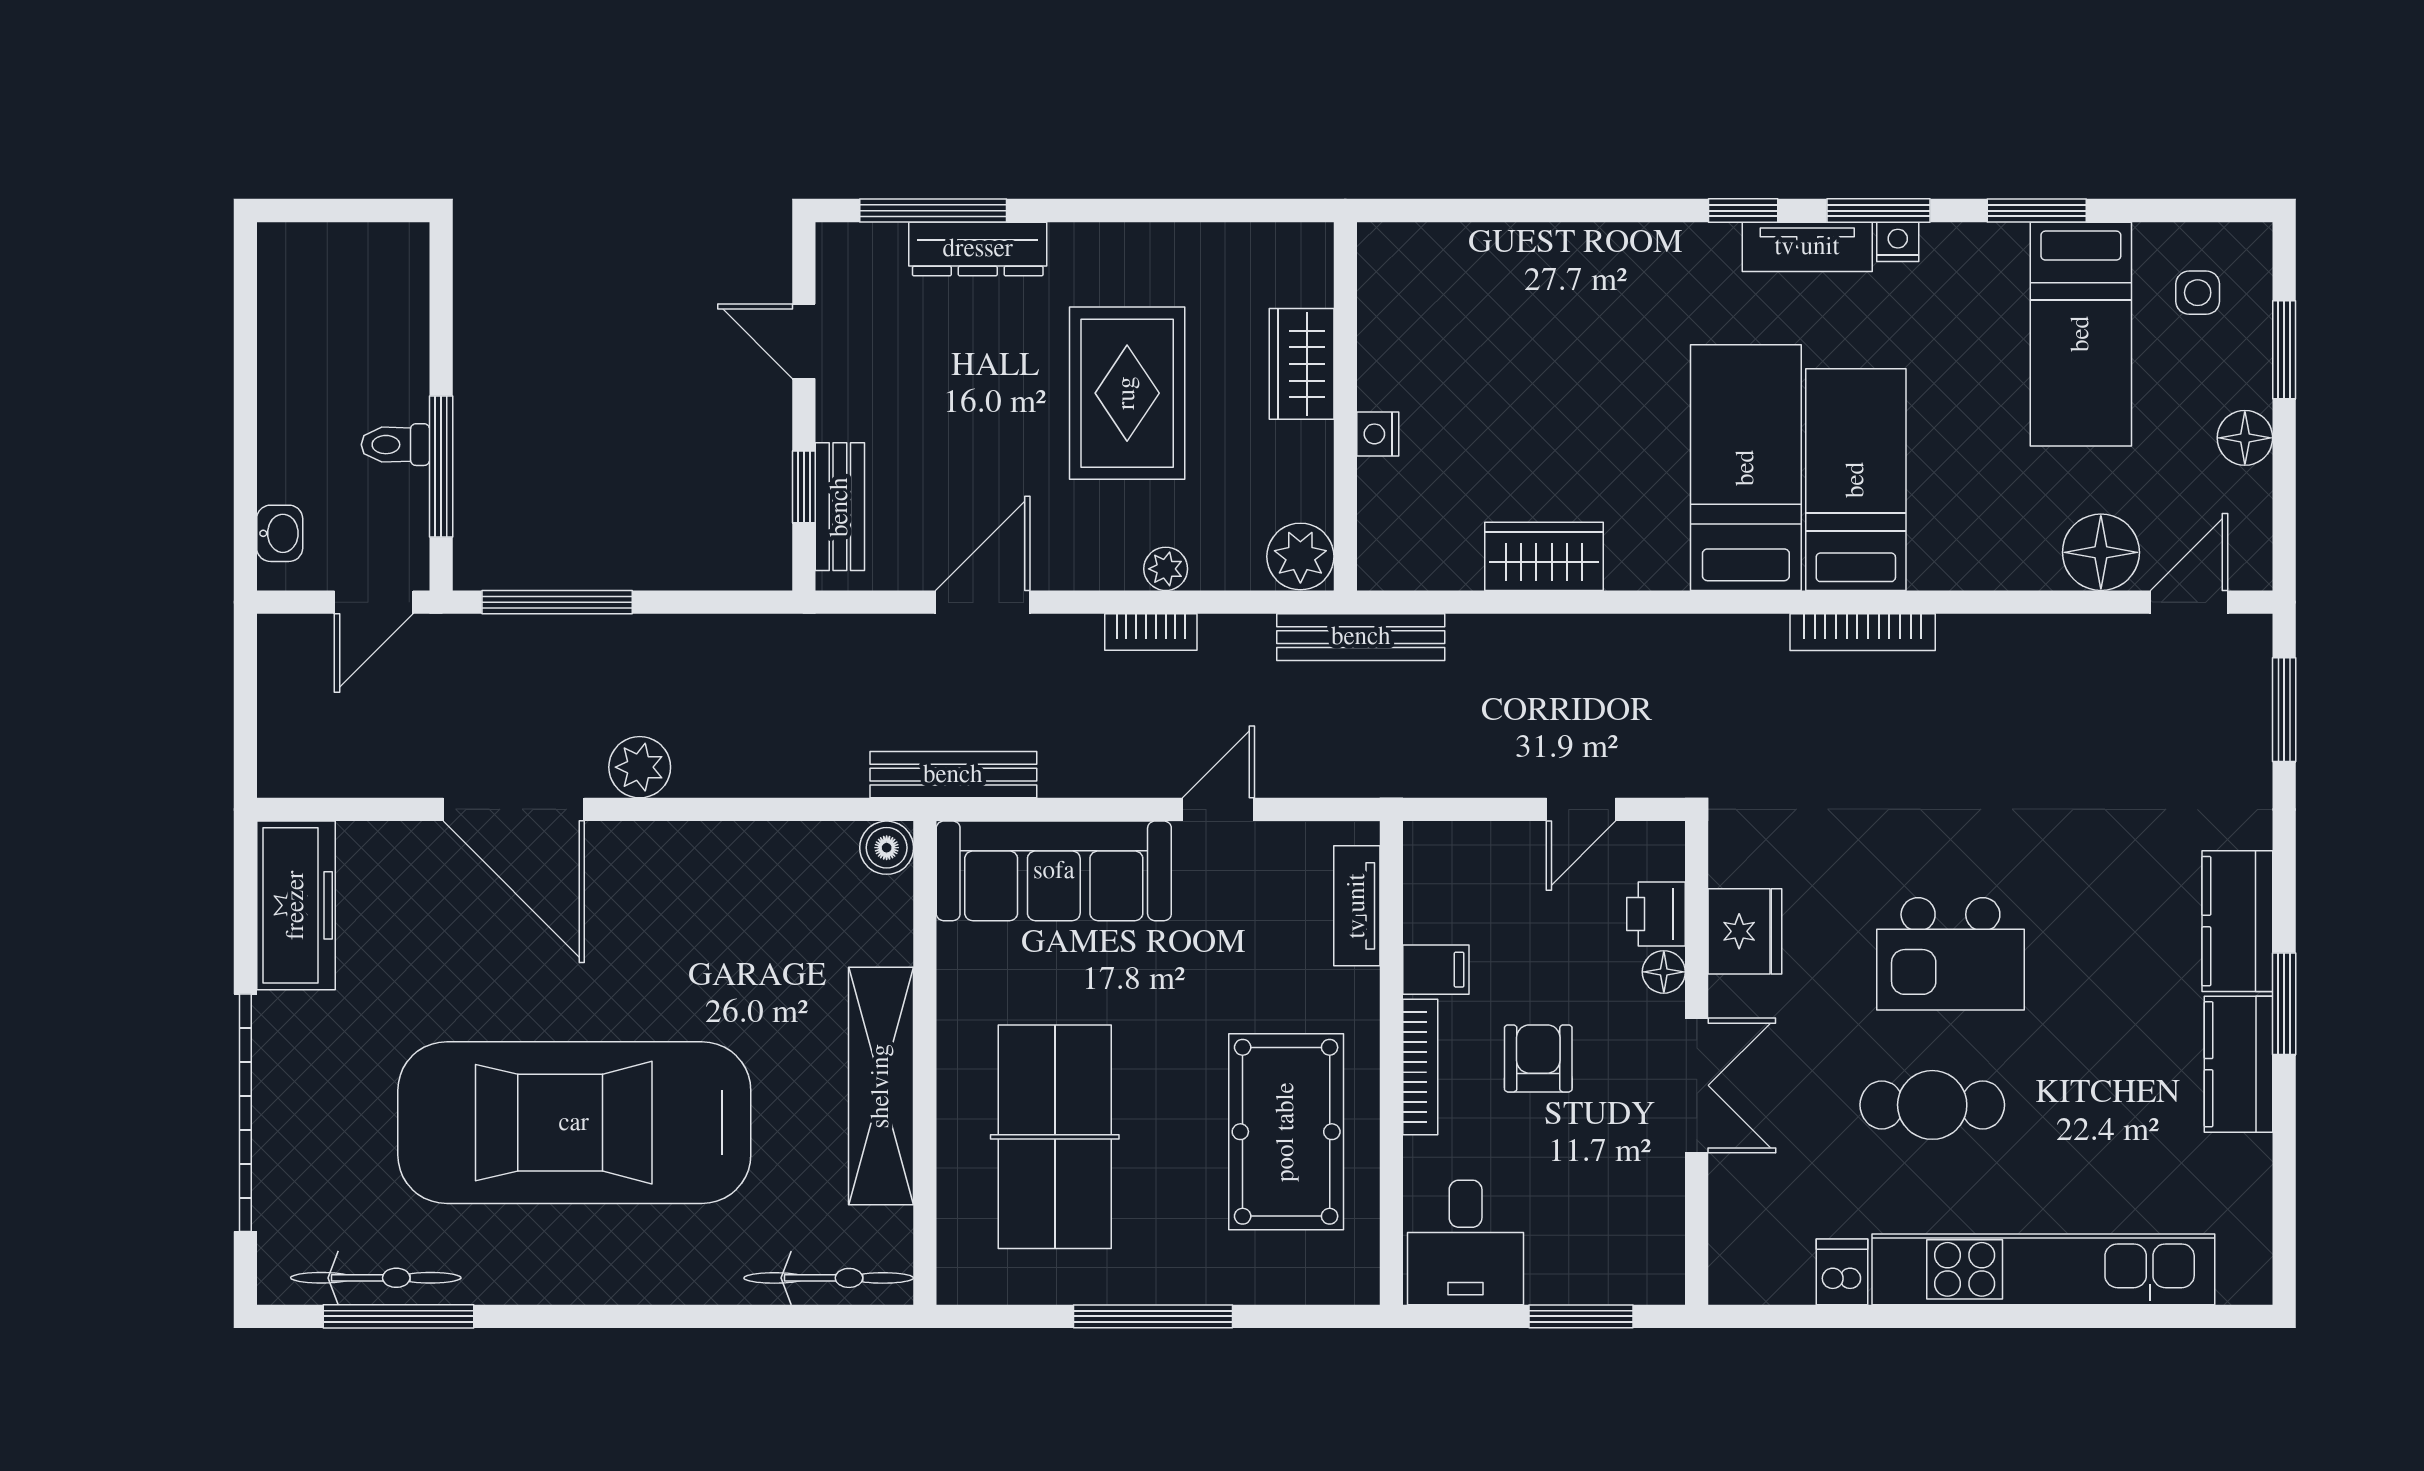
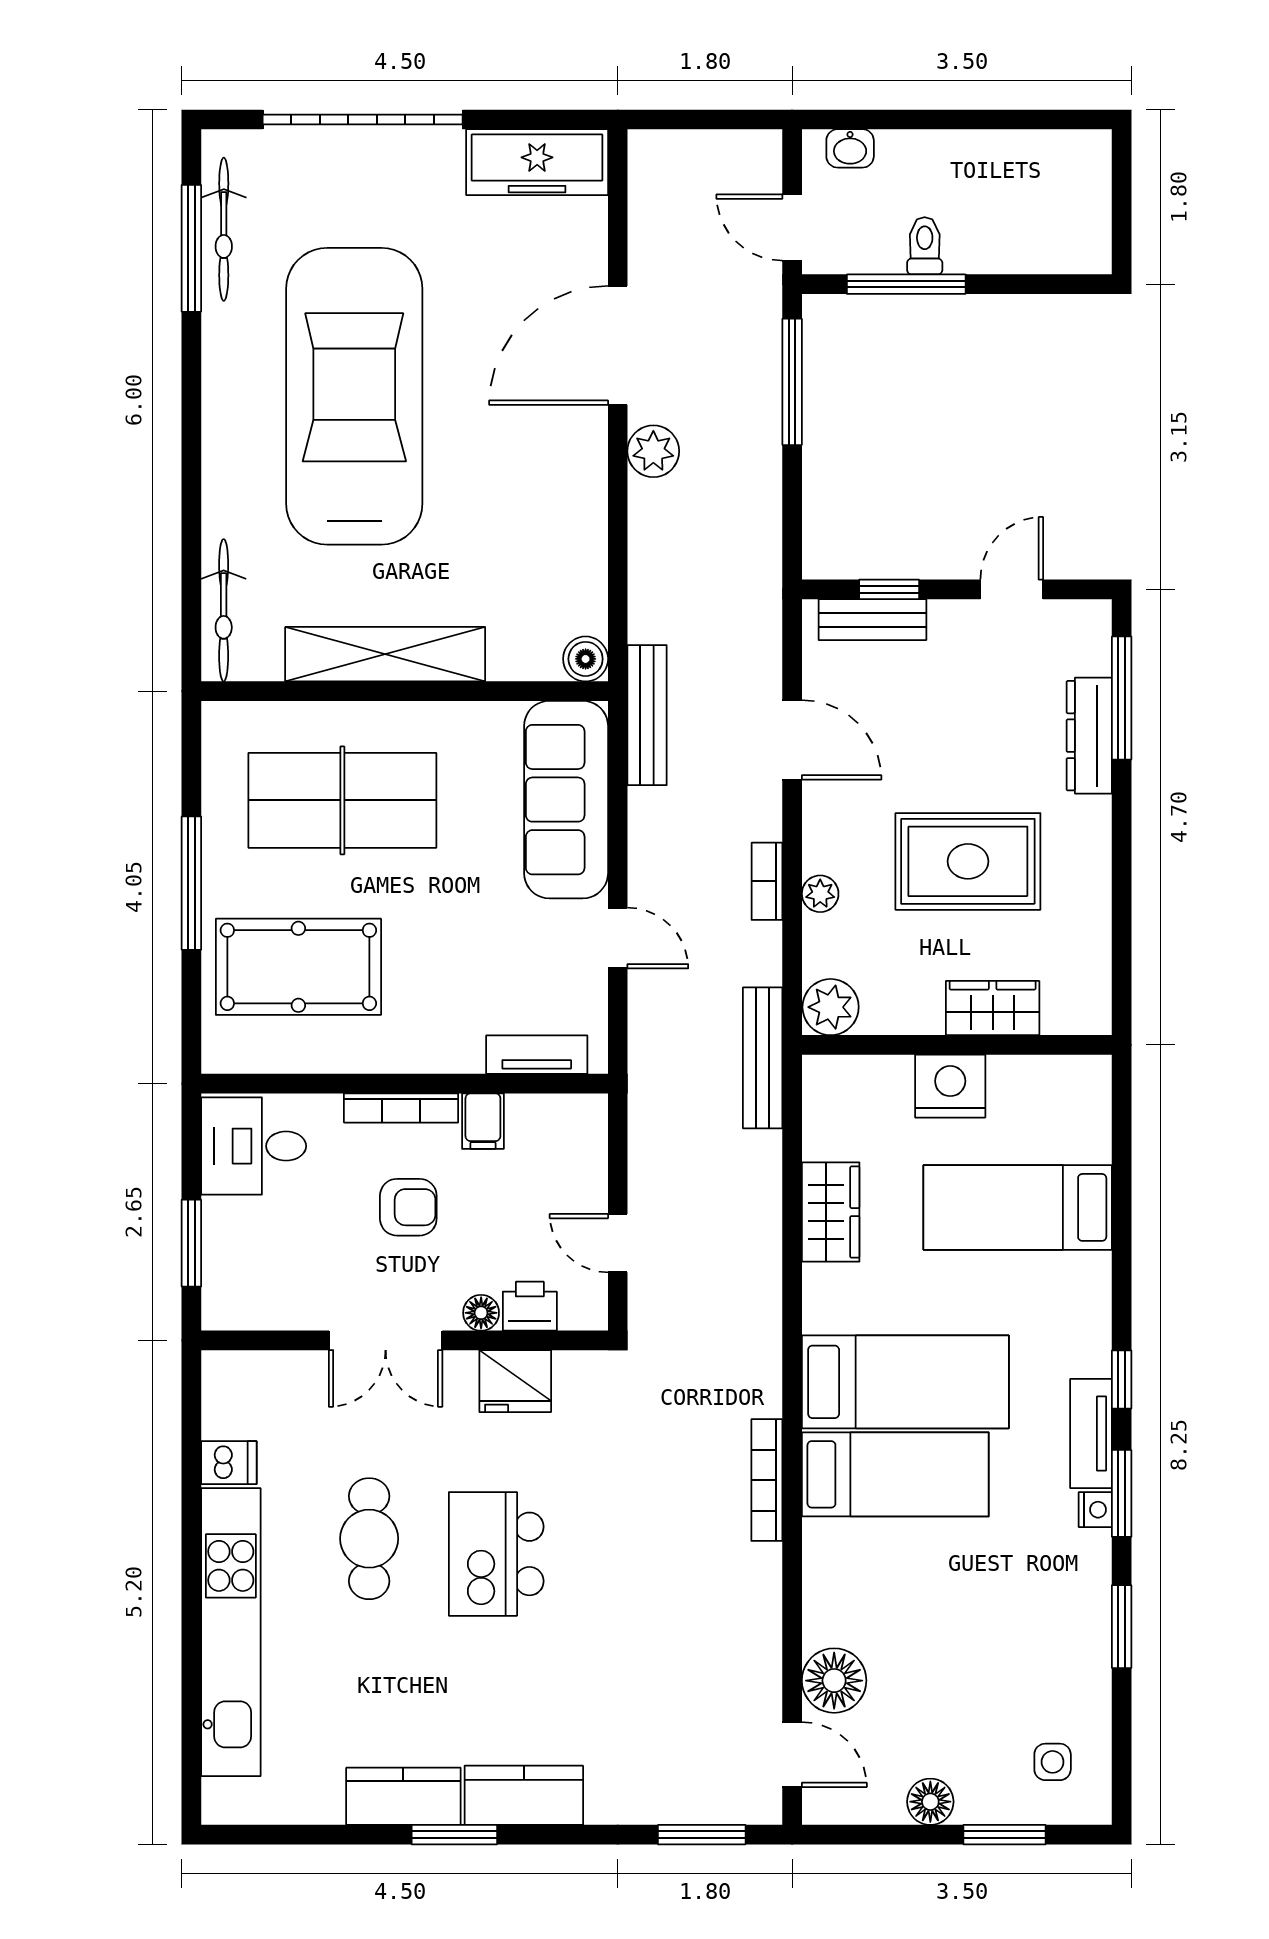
bed: (2081, 334) -> (1018, 1207), moved
nightstand: (1378, 434) -> (950, 1086), width x1.89, depth x1.79
pool table: (1286, 1132) -> (298, 967), moved

